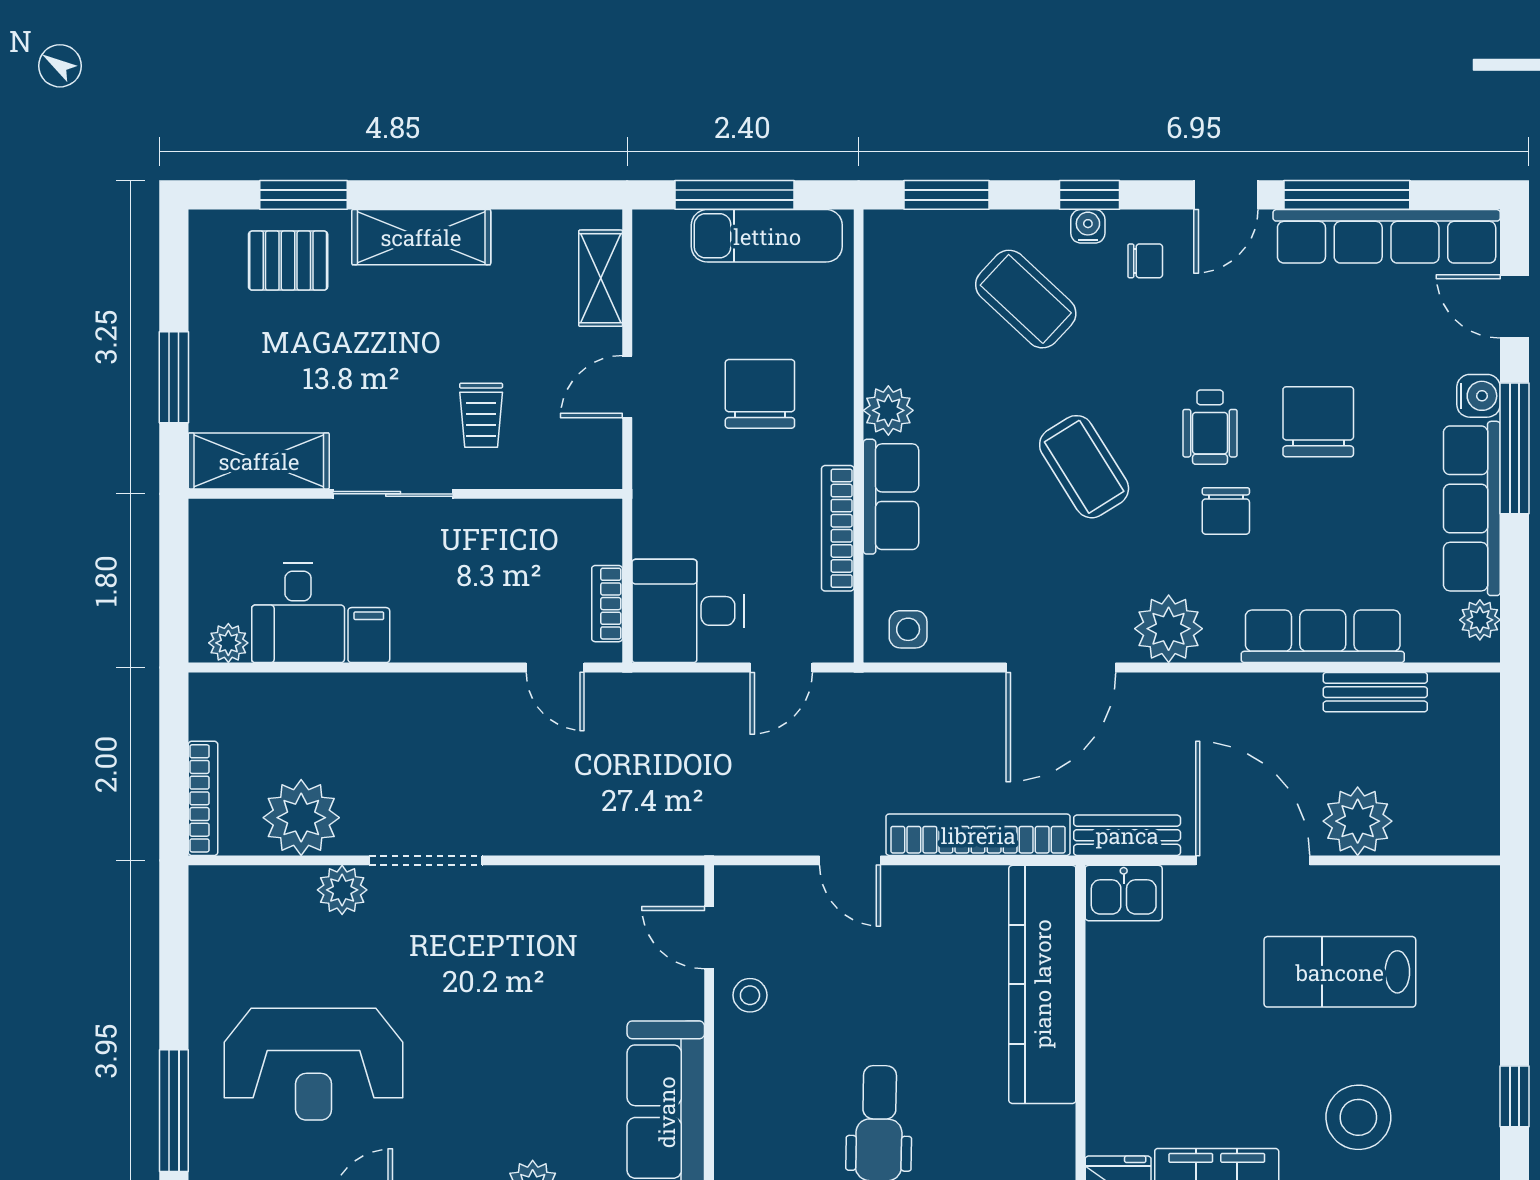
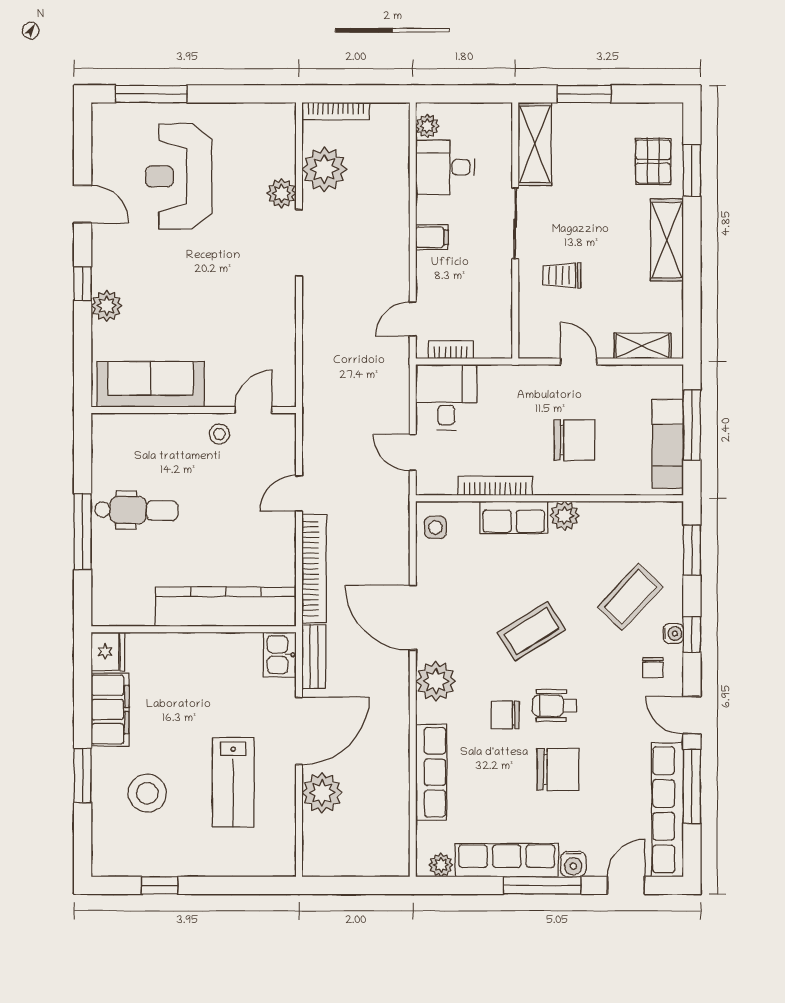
filing cabinet: (369, 635) -> (432, 237), moved
bench: (1375, 692) -> (398, 803), removed
lab bench: (1340, 972) -> (233, 782), turned 180

